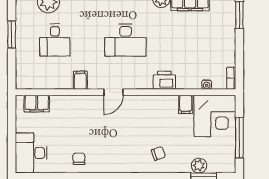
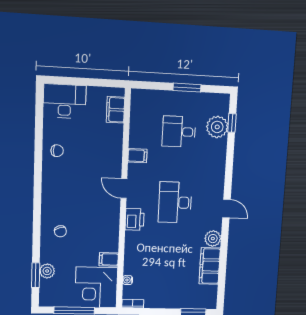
printer: (164, 80) -> (135, 219), moved

